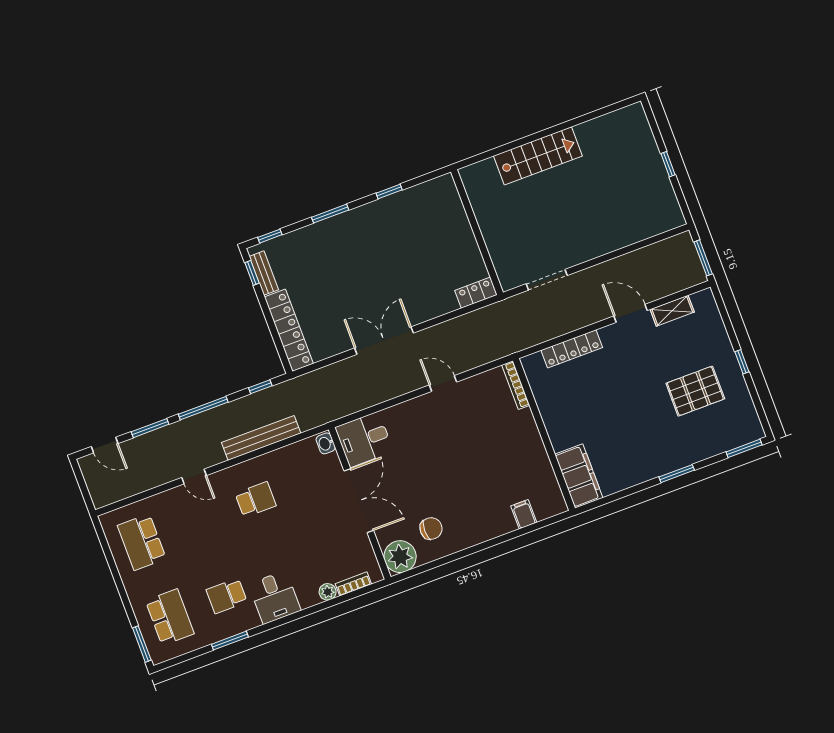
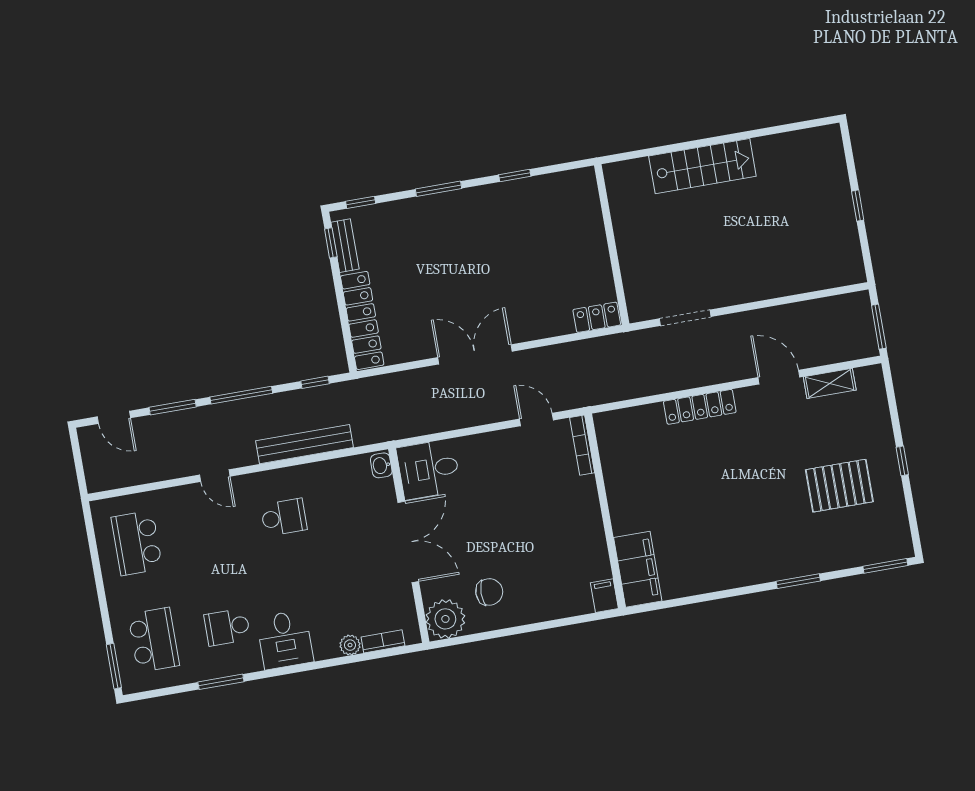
bookcase: (516, 385) -> (582, 445), moved
wall: (544, 434) -> (605, 511), moved
filing cabinet: (579, 476) -> (638, 569), moved

